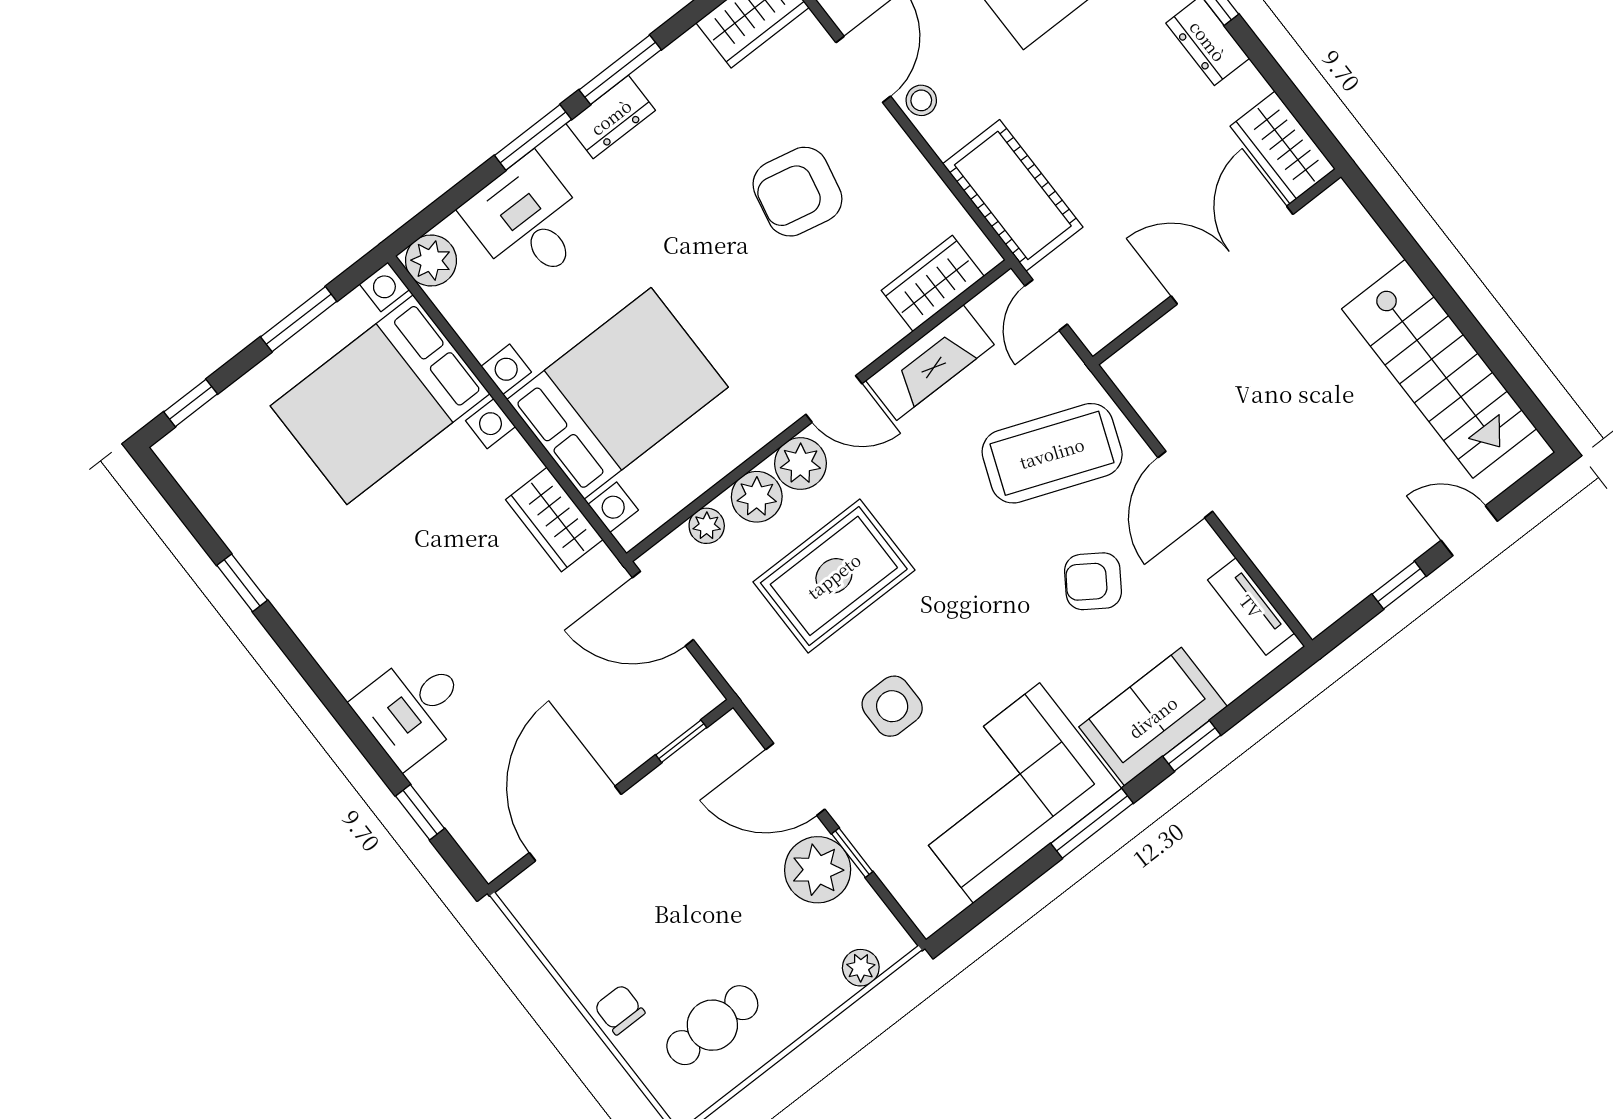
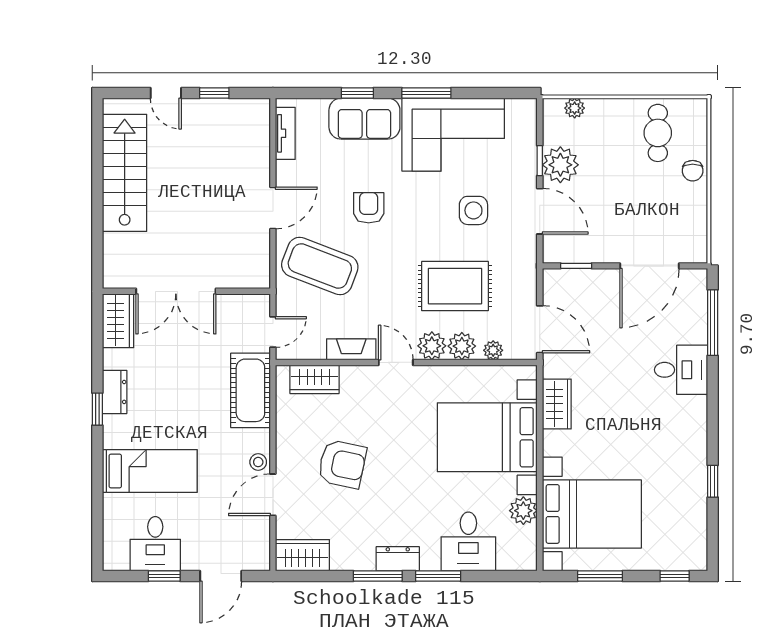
plant: (431, 261) -> (523, 511), moved
fireplace: (930, 363) -> (351, 349), width x0.73, depth x0.76
armchair: (1093, 581) -> (369, 208), moved, turned -124
window: (420, 812) -> (713, 323), width x2.17
cafe table: (712, 1025) -> (658, 133), turned 90

